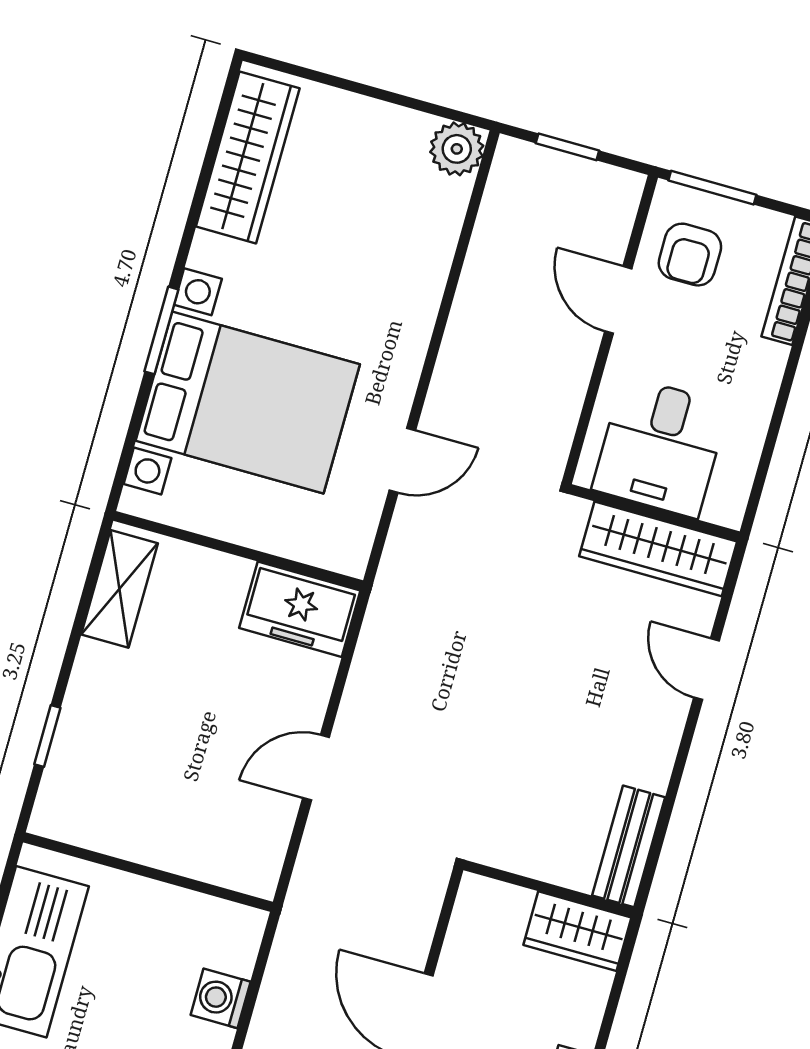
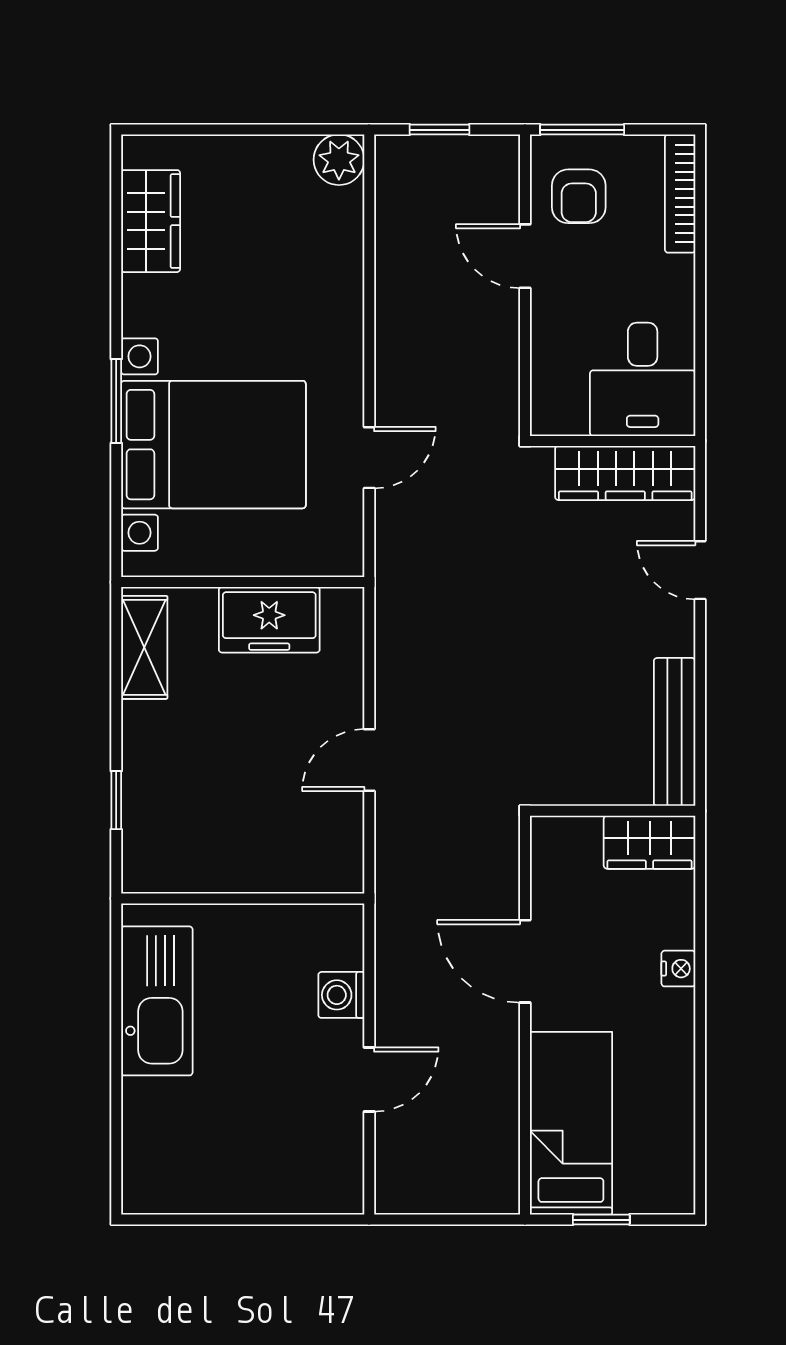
wardrobe: (248, 157) -> (151, 221), width x0.67
desk: (660, 447) -> (643, 379), moved
freezer: (300, 609) -> (269, 620), moved
bench: (629, 846) -> (675, 732), width x1.36

